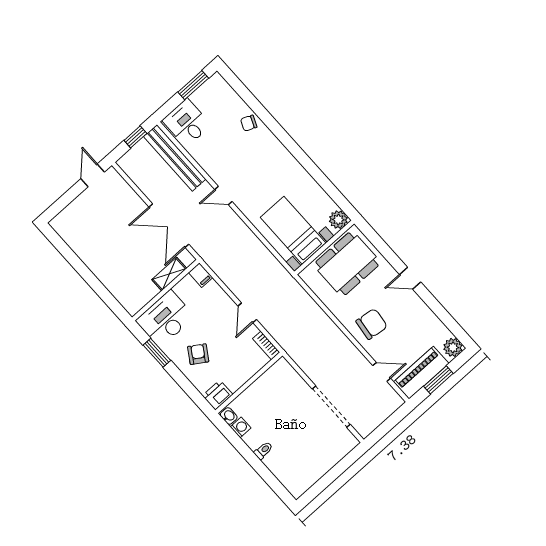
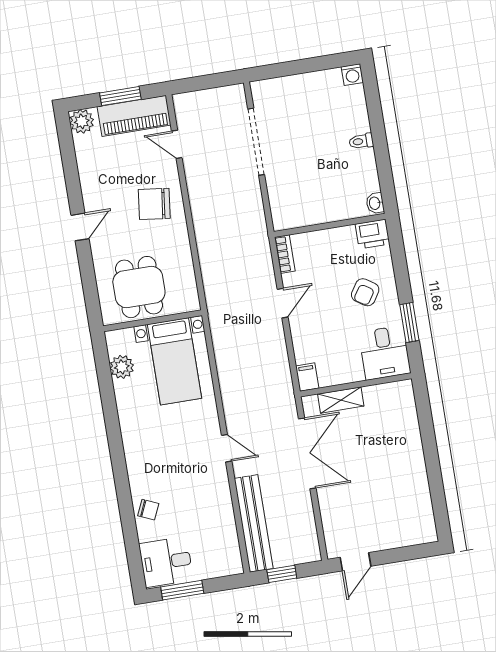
desk: (187, 123) -> (166, 562), moved, turned 90
plant: (338, 220) -> (122, 367), moved
dining table: (347, 264) -> (139, 287), width x0.73
door: (410, 278) -> (80, 227), hinge flipped
desk: (165, 319) -> (385, 353), width x0.73
washing machine: (241, 427) -> (352, 75), moved, turned -90

